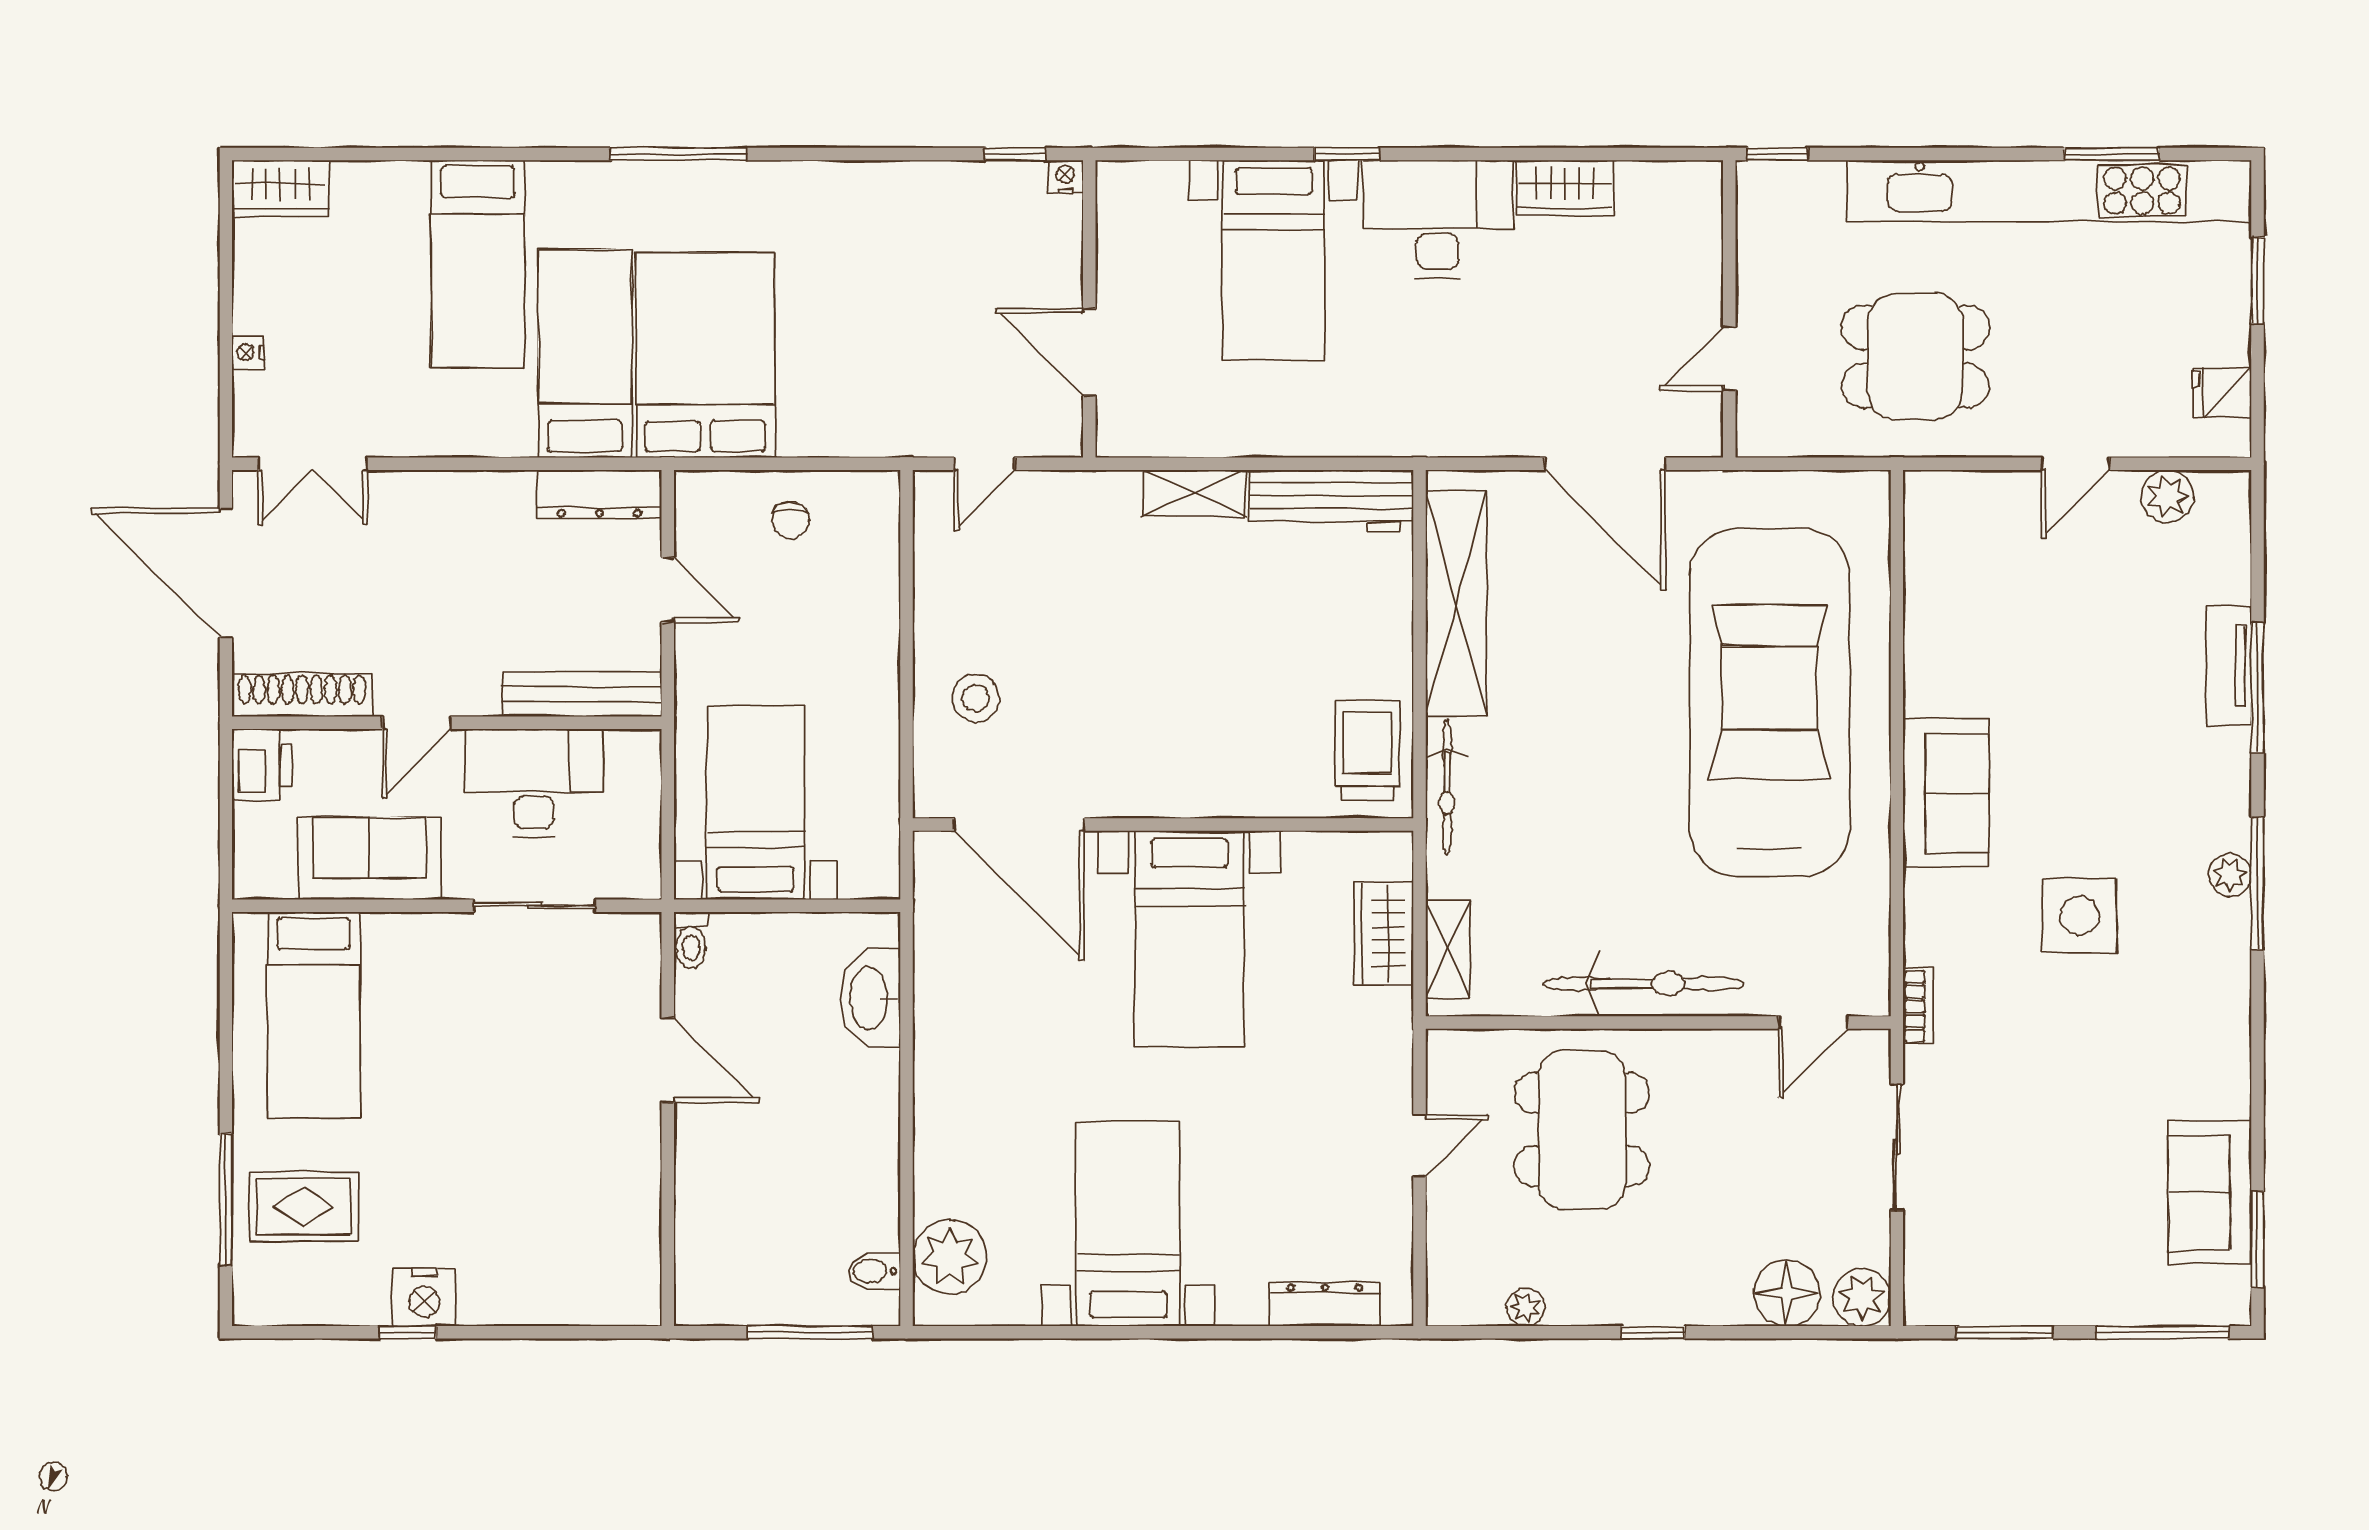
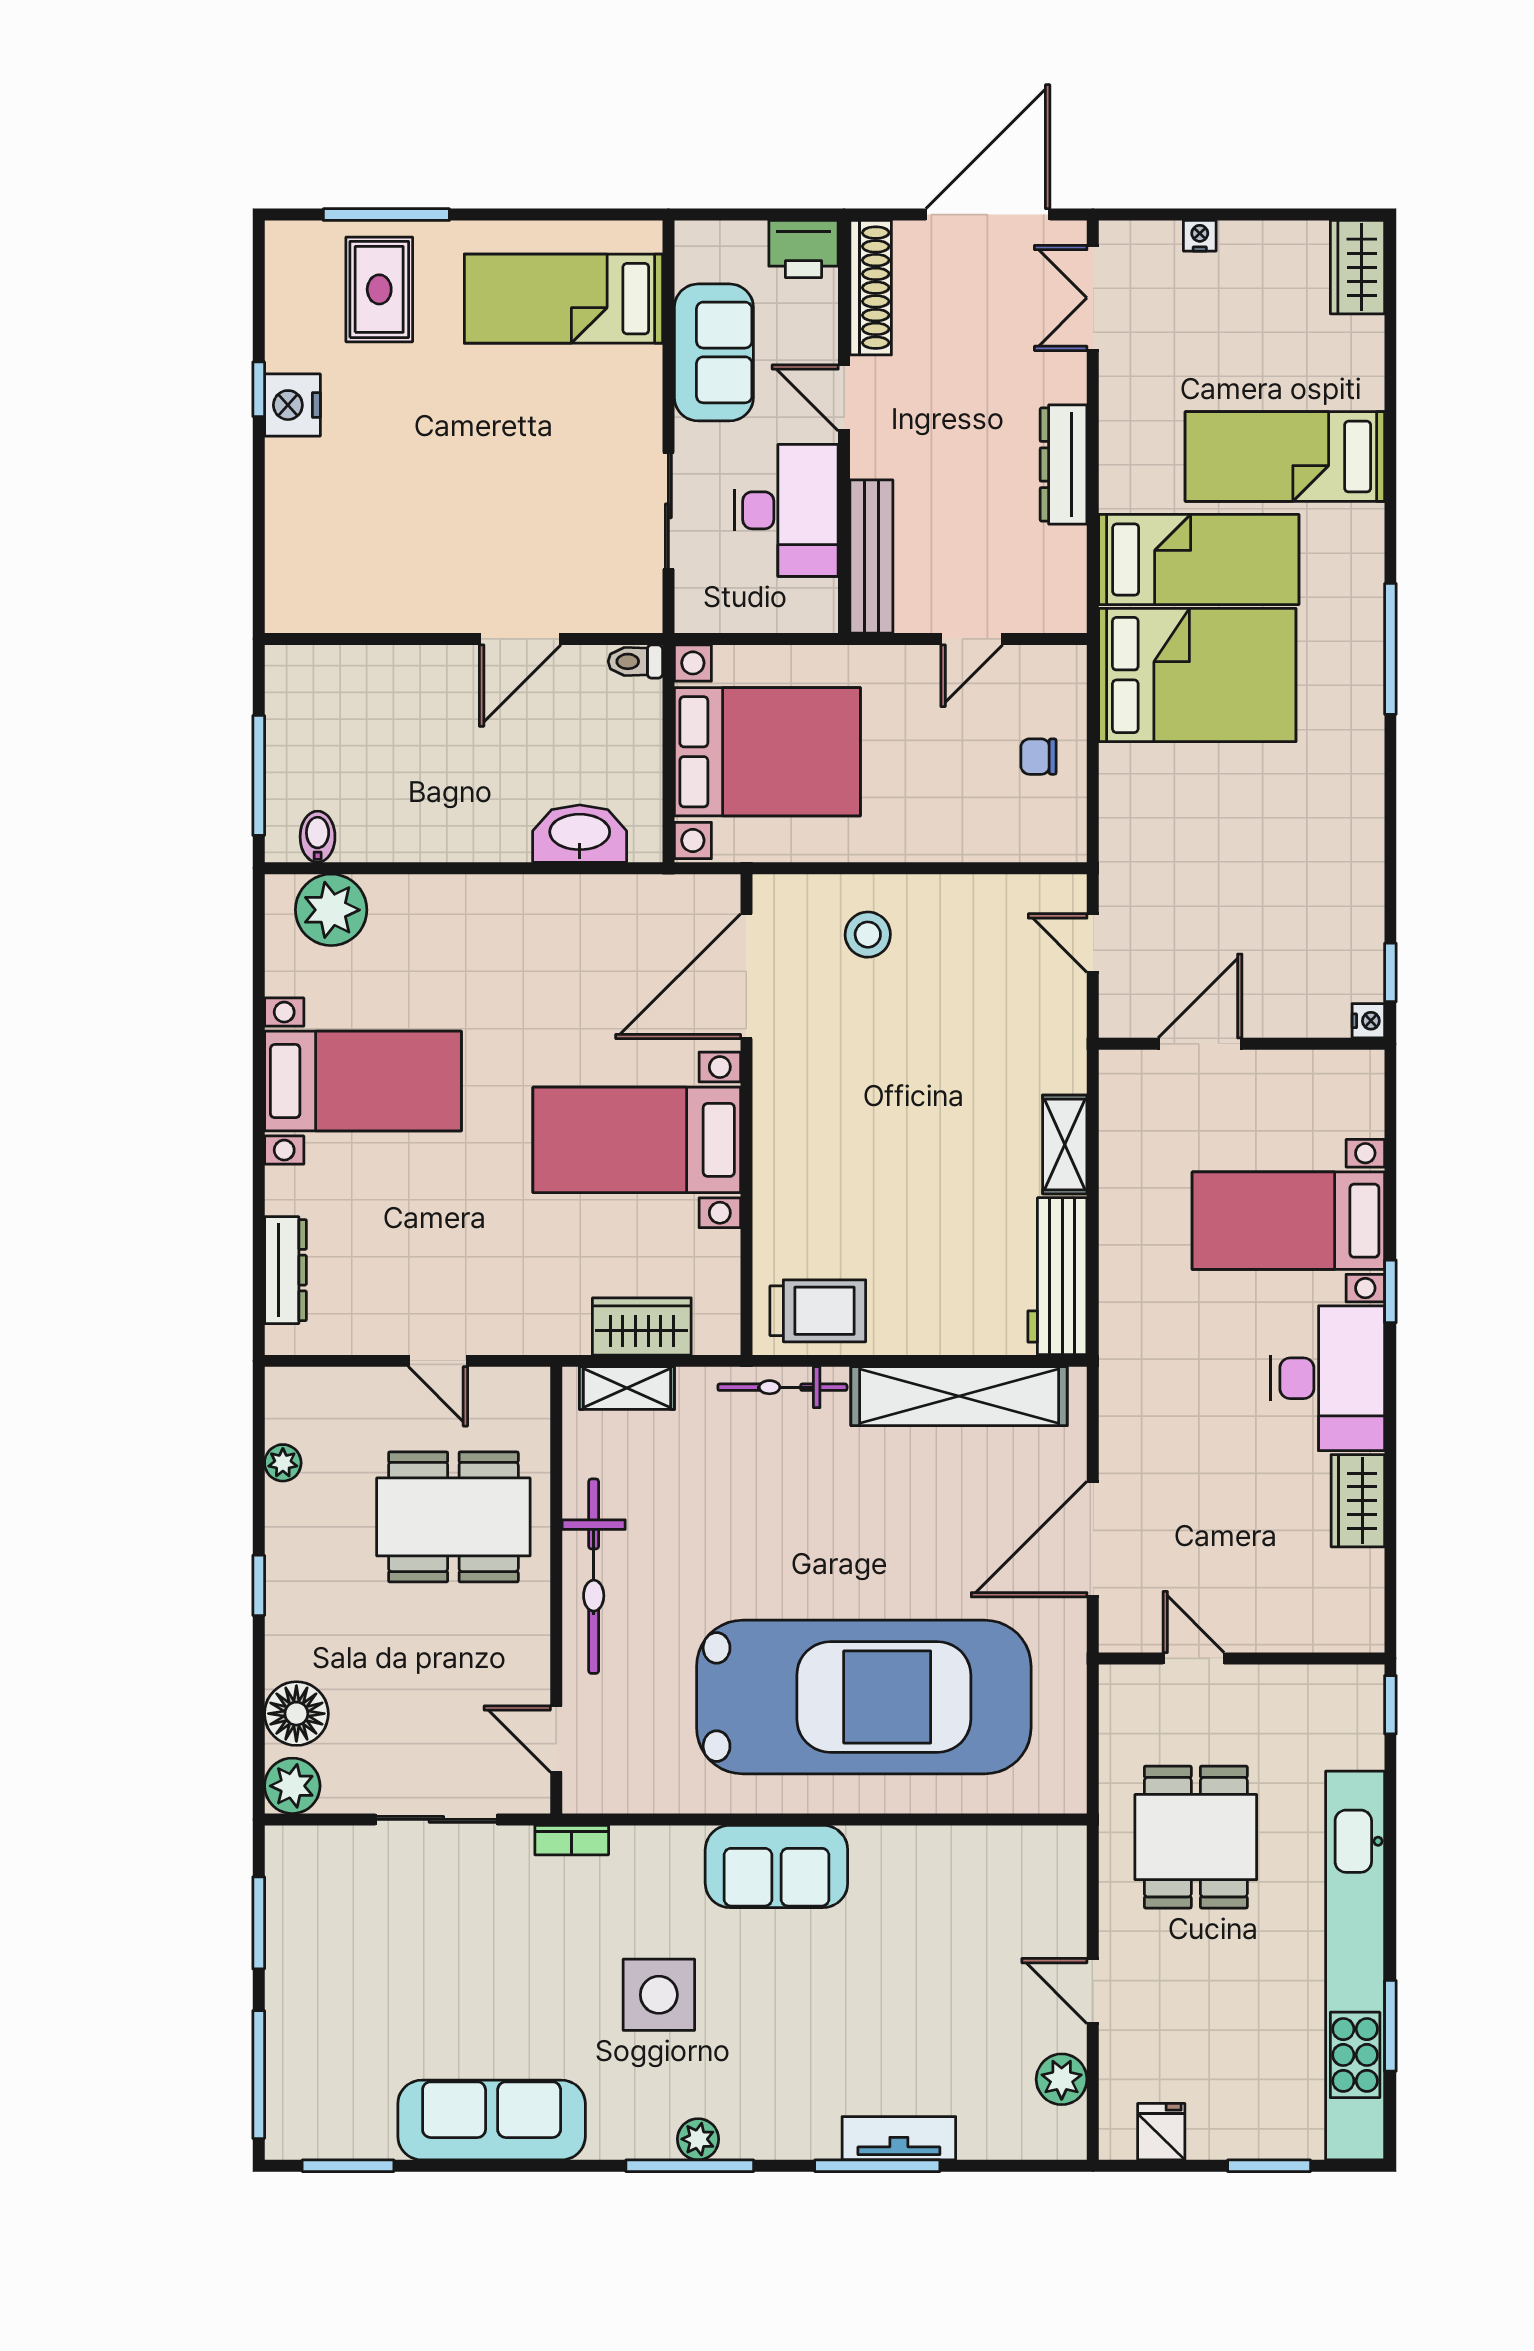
dresser: (599, 494) -> (1064, 464), moved
bed with nightstands: (756, 803) -> (767, 752), width x1.36
sofa: (2210, 1193) -> (492, 2120), moved, width x1.36

